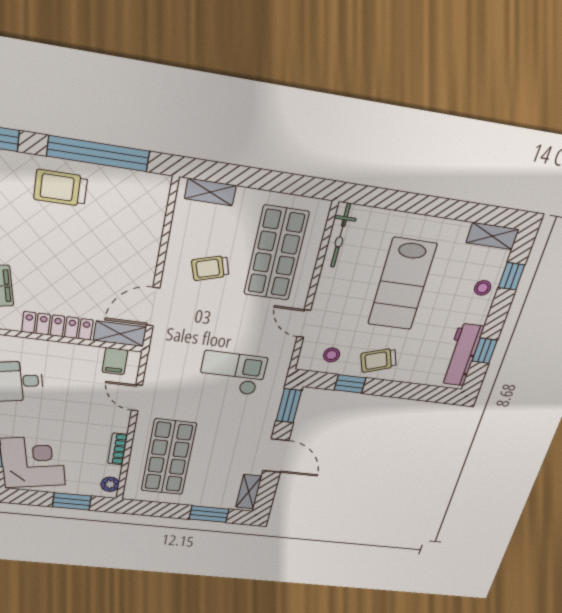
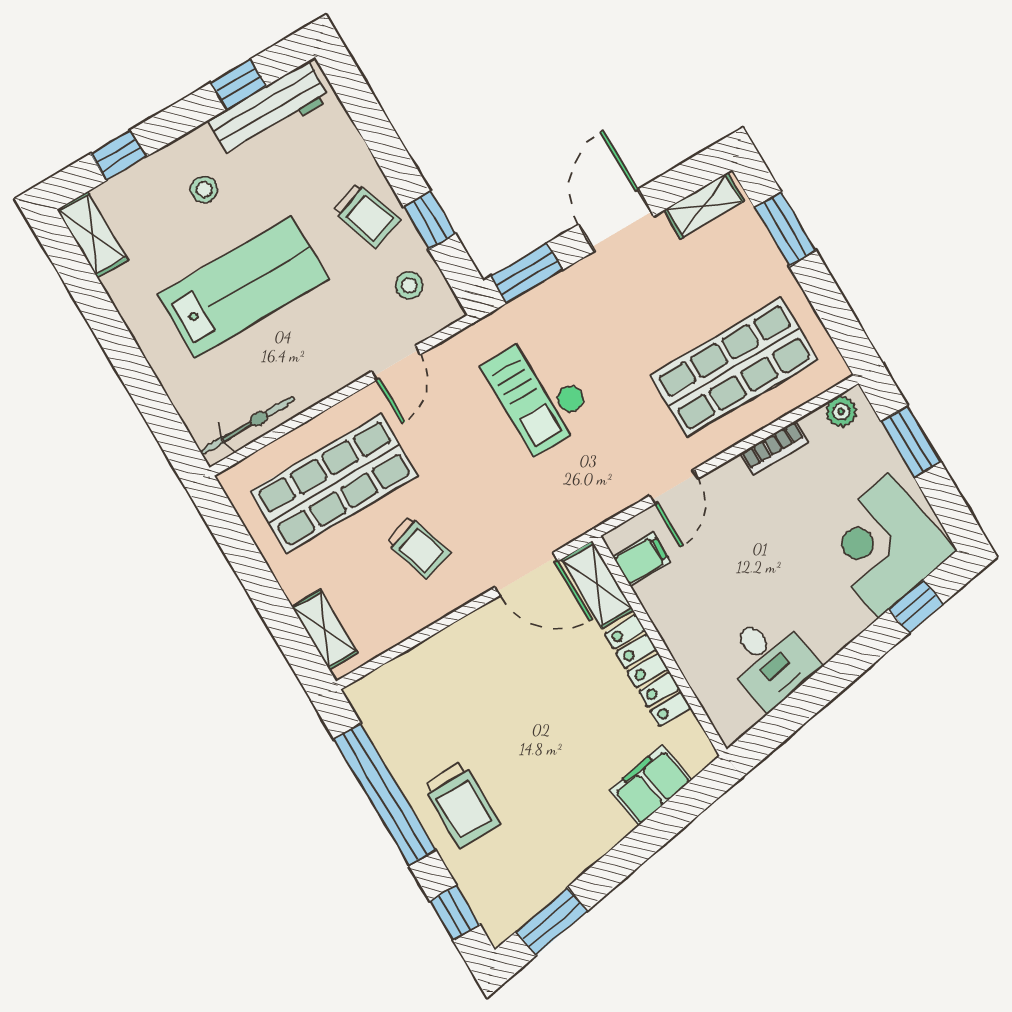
stool: (483, 288) -> (204, 189), moved

